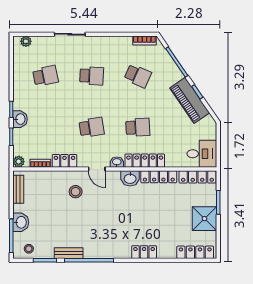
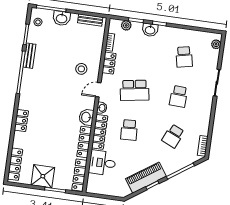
school desk: (92, 127) -> (135, 90), width x1.85
desk: (202, 154) -> (102, 163), moved, turned 90
plant: (19, 162) -> (126, 25), moved

